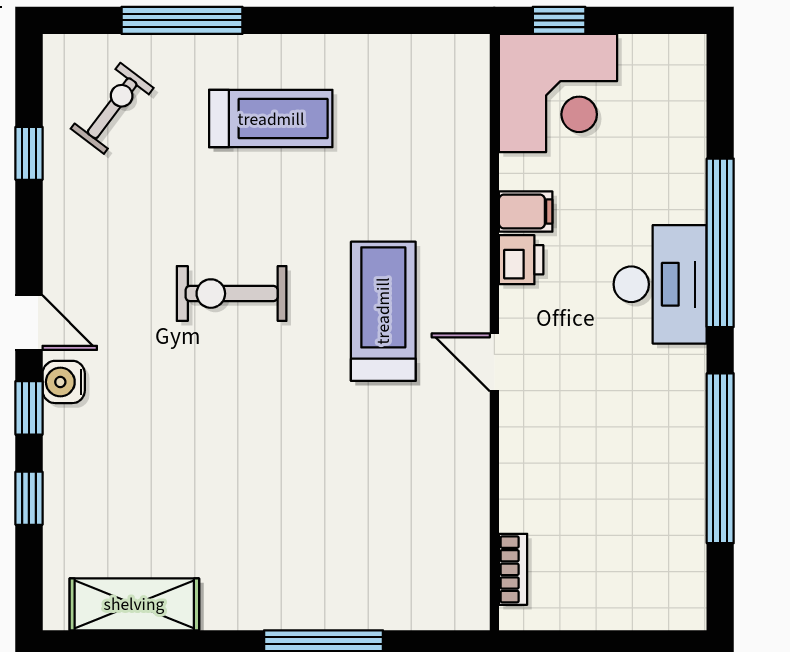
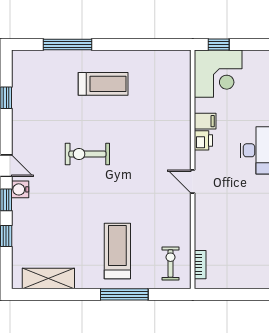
exercise bike: (112, 108) -> (171, 264), moved, turned -37
treadmill: (383, 311) -> (117, 251), moved

